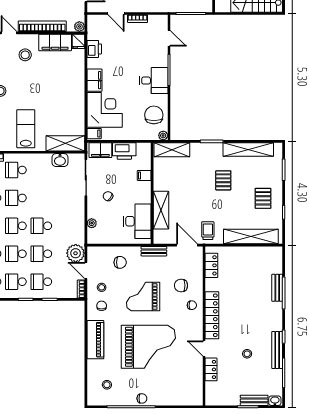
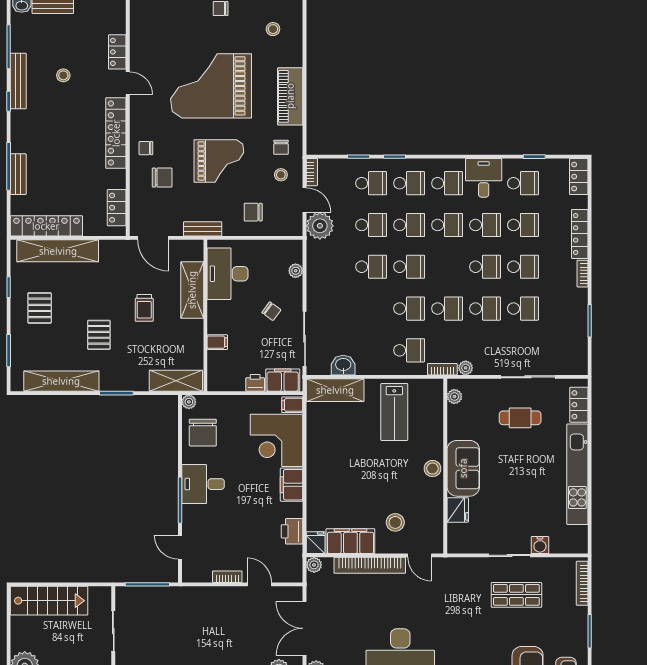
printer: (124, 151) -> (255, 383), width x0.53, depth x0.68
trolley: (208, 231) -> (144, 308), moved
locker: (258, 253) -> (46, 226), added

